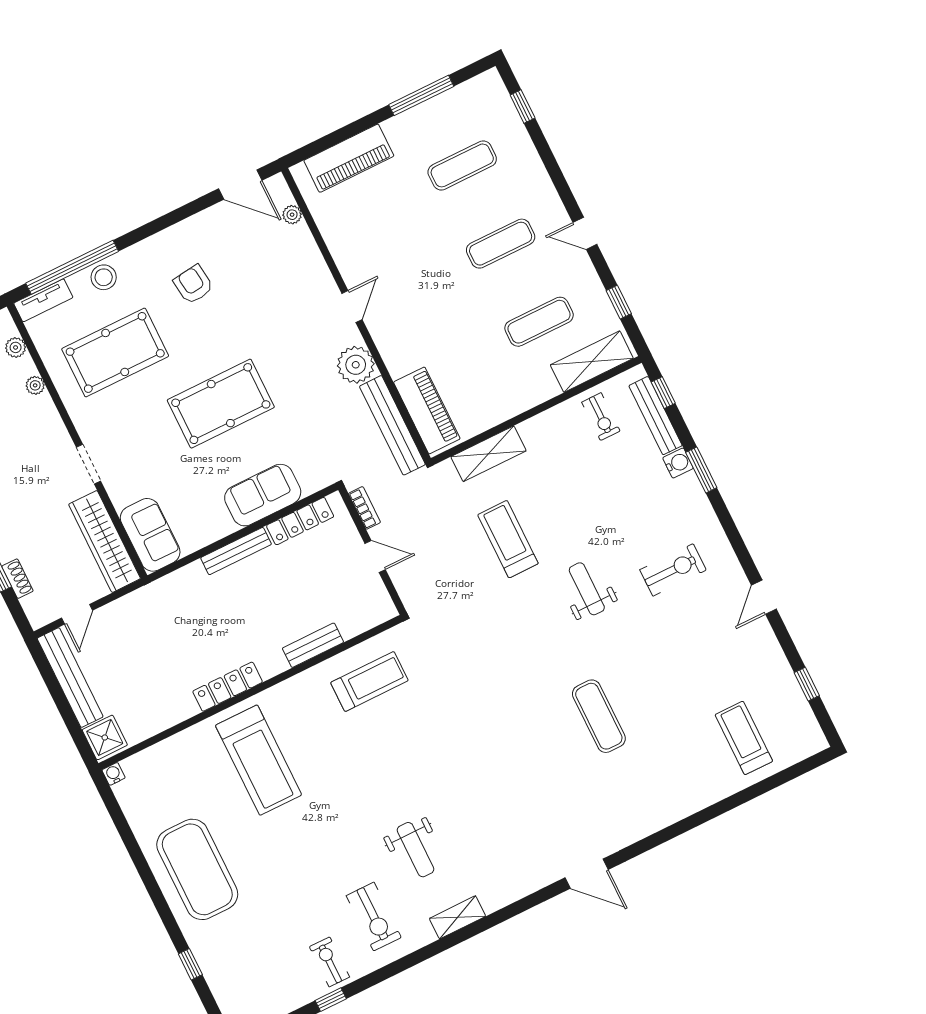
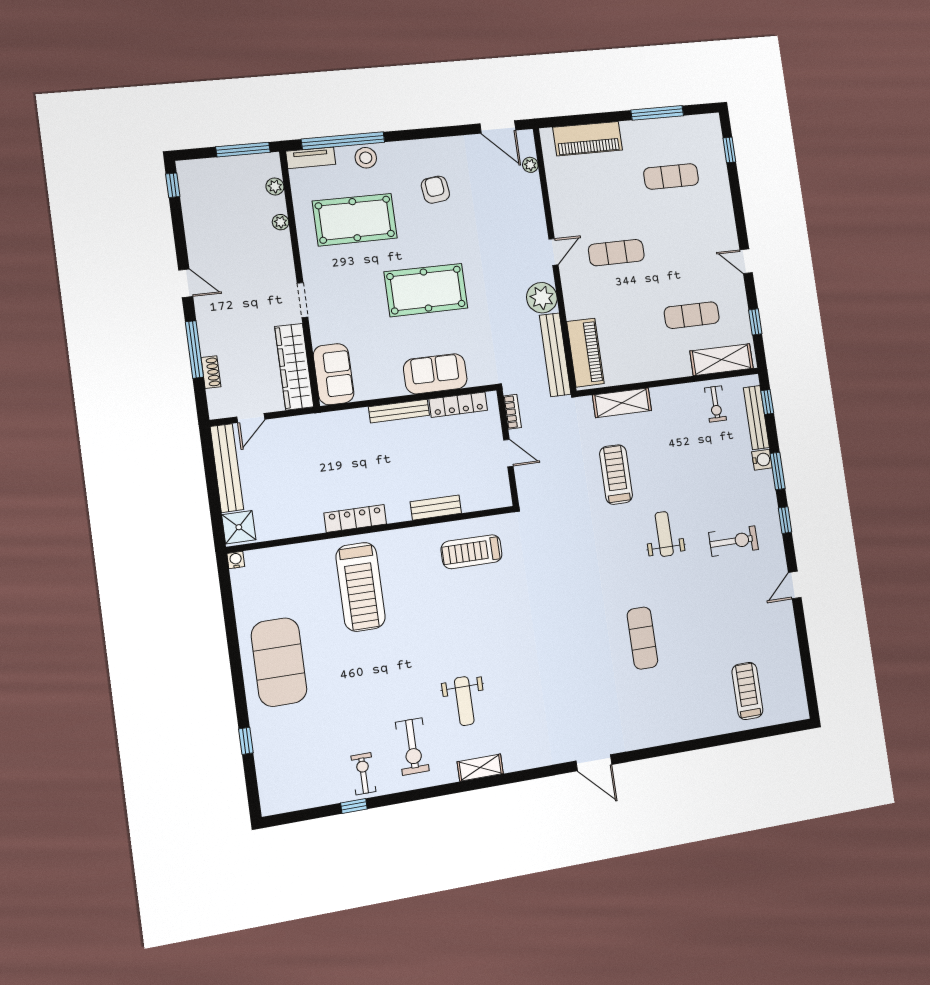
exercise mat: (501, 244) -> (616, 253), moved
treadmill: (369, 681) -> (472, 552), turned 180
window: (807, 684) -> (785, 520), moved

